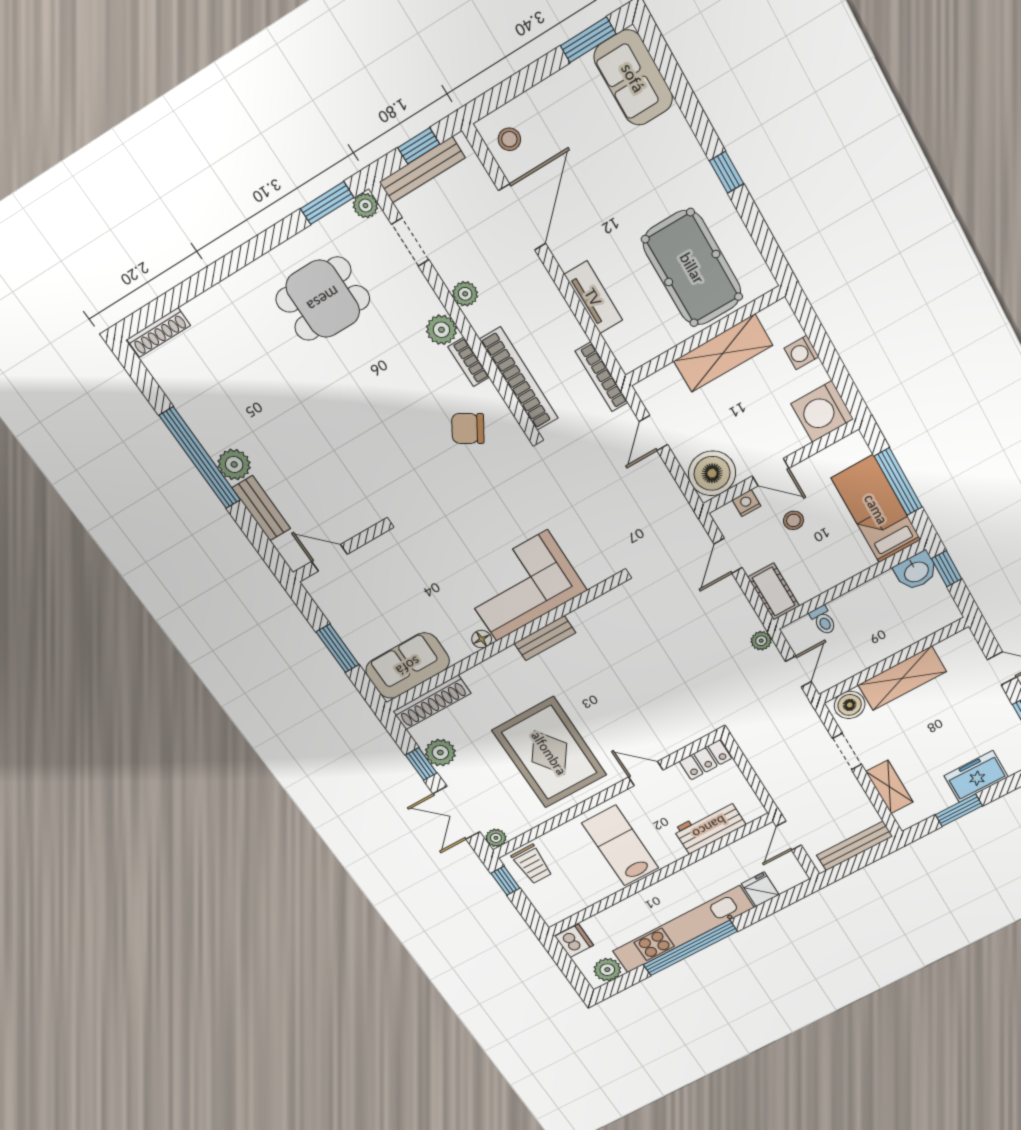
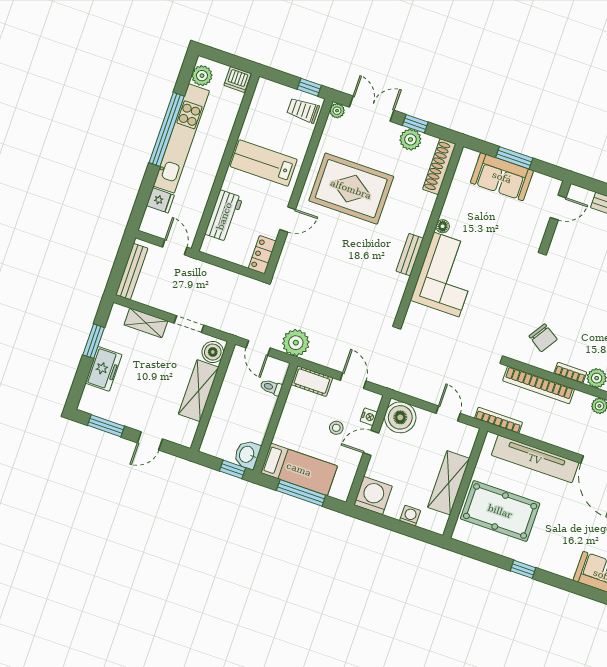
tv unit: (593, 297) -> (535, 459), width x1.92, depth x1.29
chair: (468, 428) -> (543, 338), turned 92
plant: (761, 641) -> (296, 343), width x1.88, depth x1.88
sofa: (408, 666) -> (502, 177), moved, turned 90
lab bench: (620, 846) -> (264, 163), turned 180

